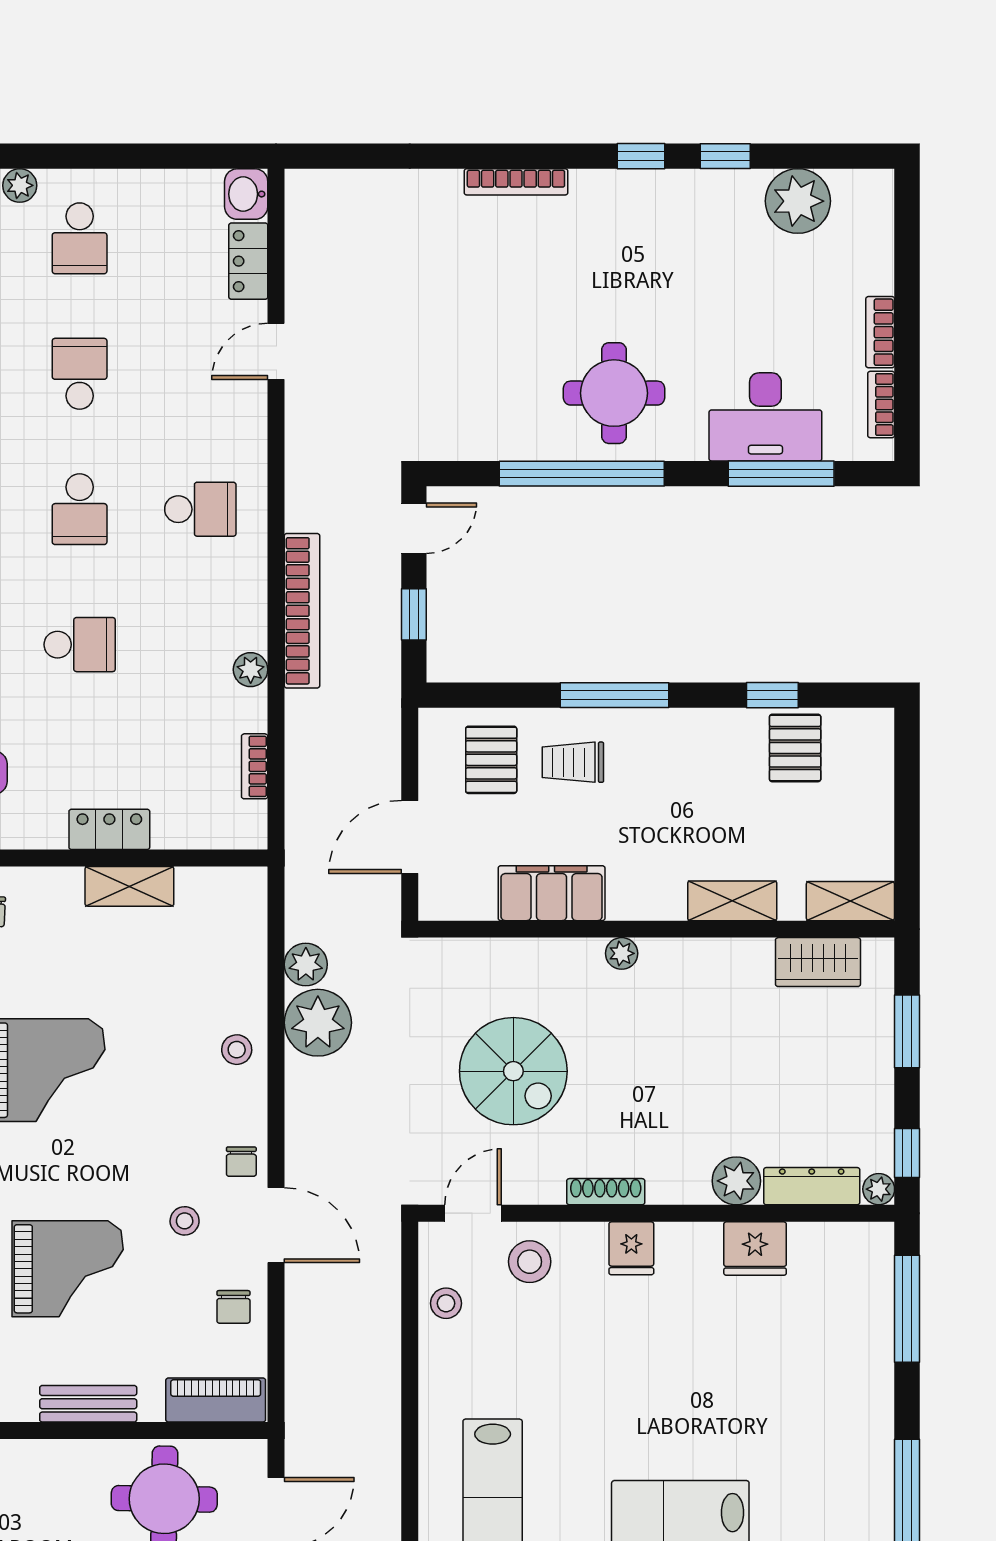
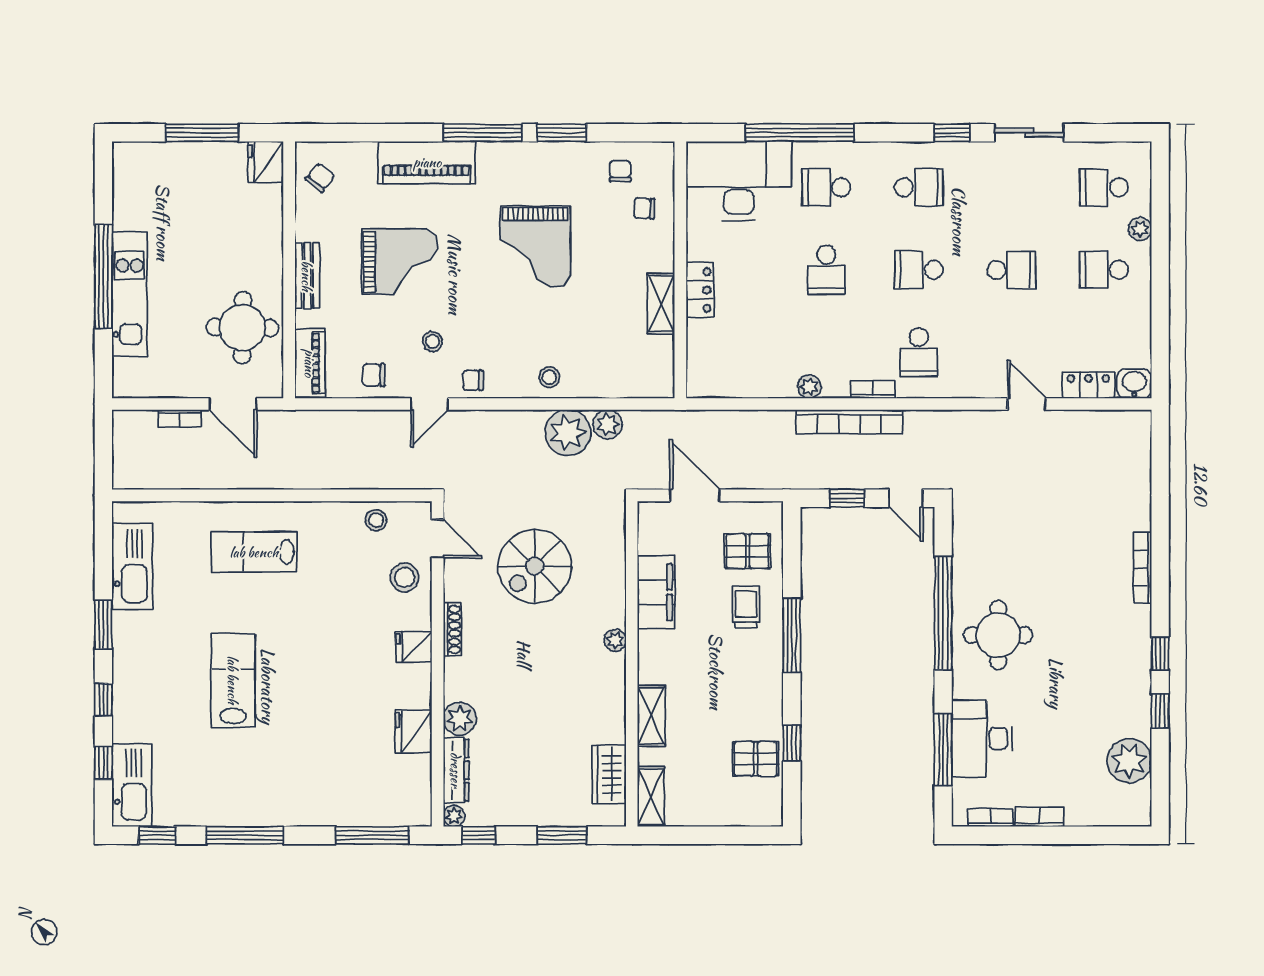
bookcase: (255, 766) -> (873, 389), moved
door: (276, 1225) -> (429, 404), width x0.73
grand piano: (68, 1269) -> (400, 262), turned -90

